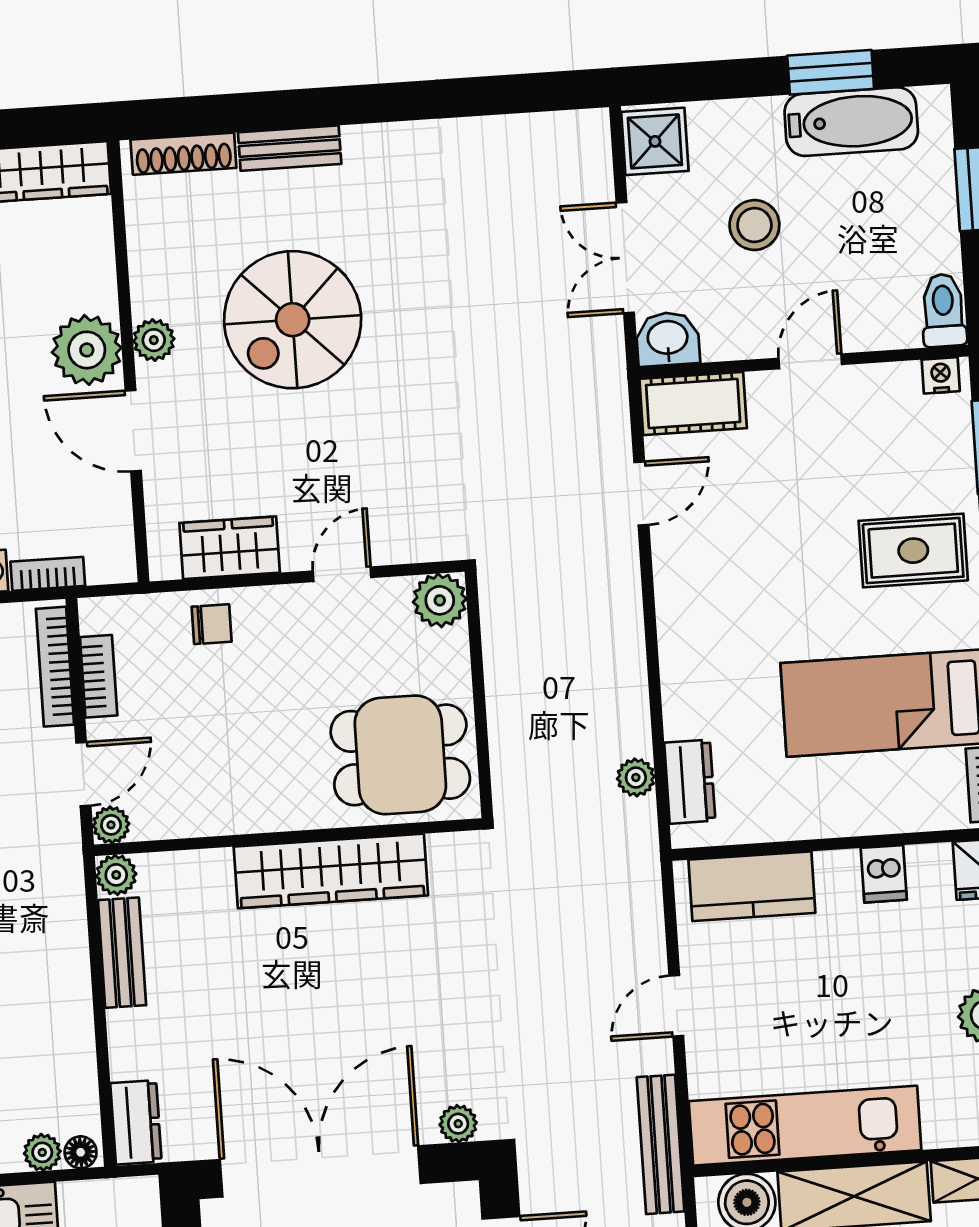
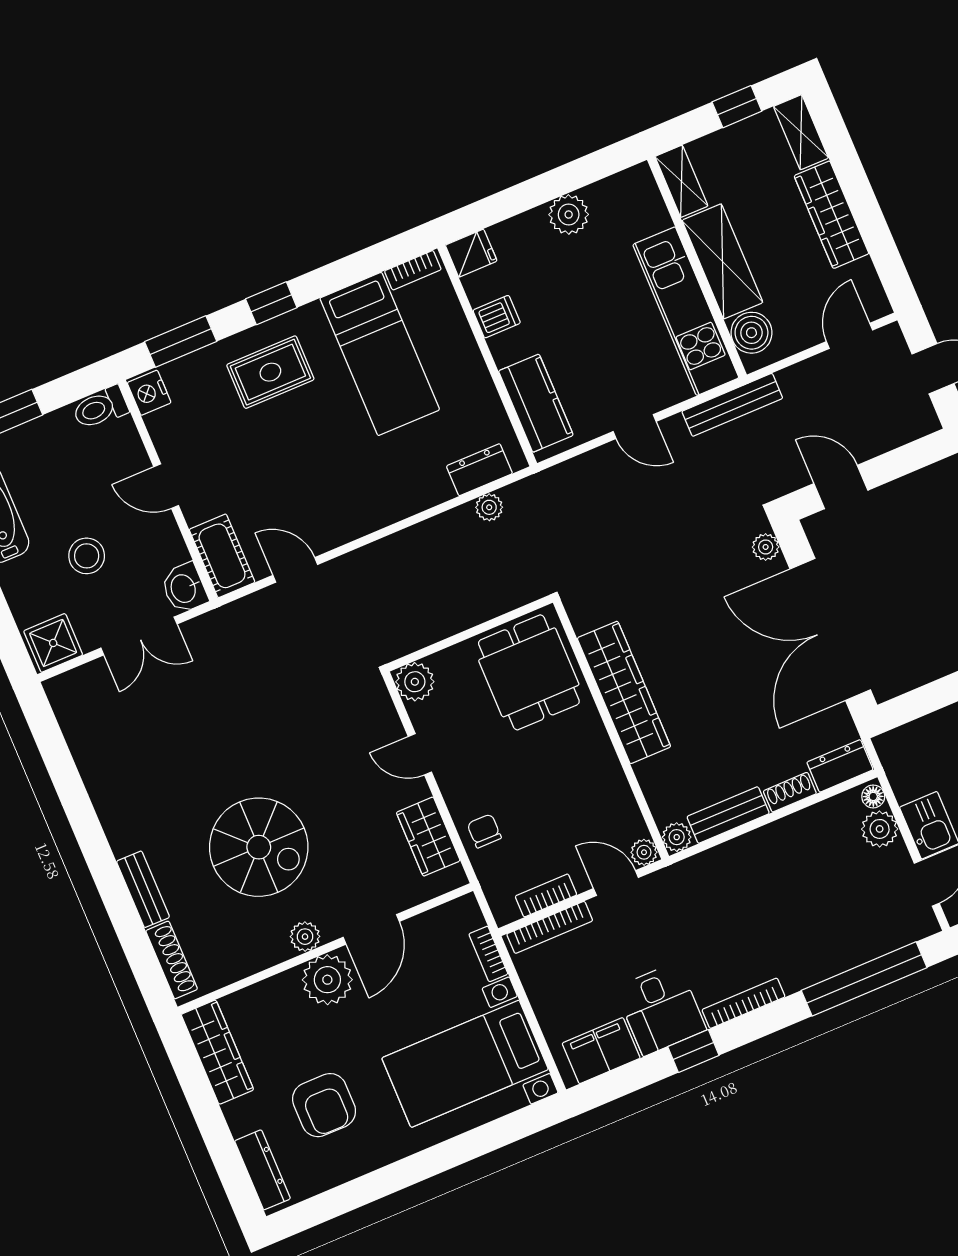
nightstand: (941, 375) -> (149, 393), width x1.39, depth x1.35
rug: (913, 551) -> (270, 372), turned 90
shoe rack: (124, 1044) -> (790, 792), added
plant: (42, 1152) -> (880, 829), width x1.38, depth x1.38

